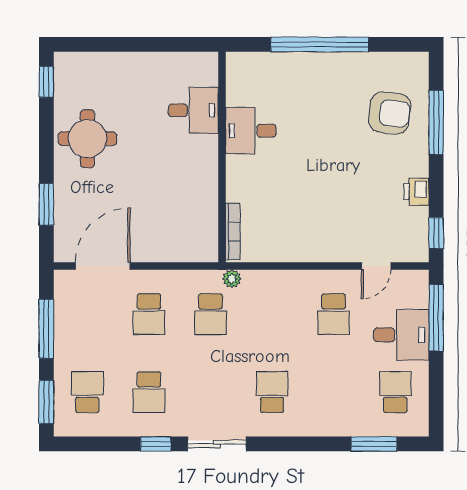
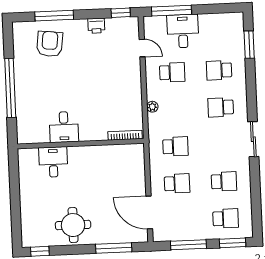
window: (46, 204) -> (114, 248), width x1.44
plant: (232, 279) -> (152, 107), moved
school desk: (87, 392) -> (226, 218), turned 180
school desk: (395, 392) -> (219, 70), moved
window: (156, 444) -> (255, 176), removed

